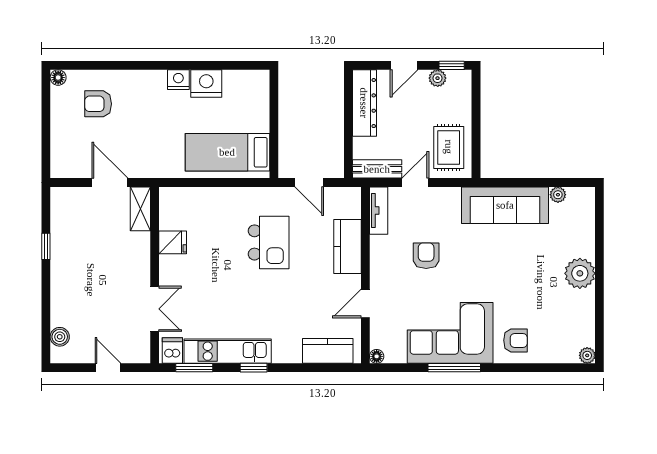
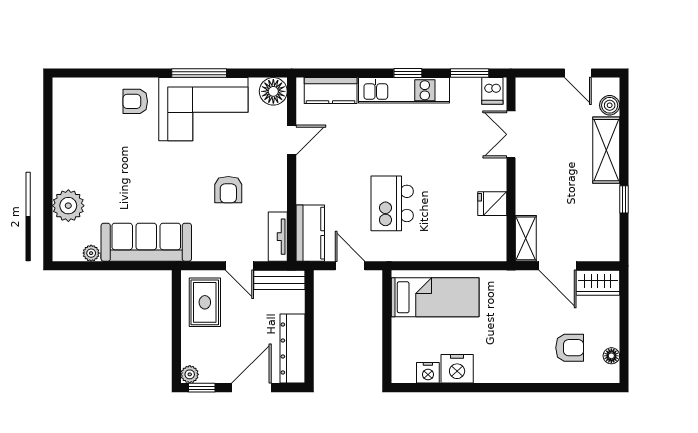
door: (404, 65) -> (251, 388), width x1.38
floor lamp: (58, 78) -> (611, 356), moved
plant: (438, 78) -> (190, 374), moved
nightstand: (178, 80) -> (428, 373), moved
wardrobe: (71, 166) -> (598, 283), added
door: (415, 182) -> (240, 266), hinge flipped
kitchen counter: (347, 247) -> (310, 233), moved
plant: (580, 273) -> (68, 206), moved
shelving: (63, 294) -> (606, 150), added
kitchen unit: (228, 351) -> (404, 90), moved
plant: (587, 355) -> (61, 86), removed
floor lamp: (377, 356) -> (273, 91), width x1.89, depth x1.89
door: (108, 368) -> (578, 73), moved

